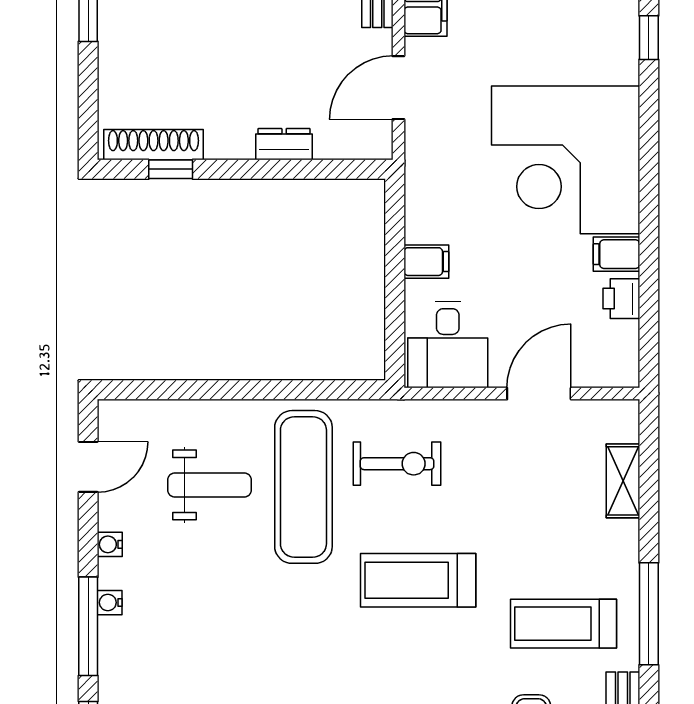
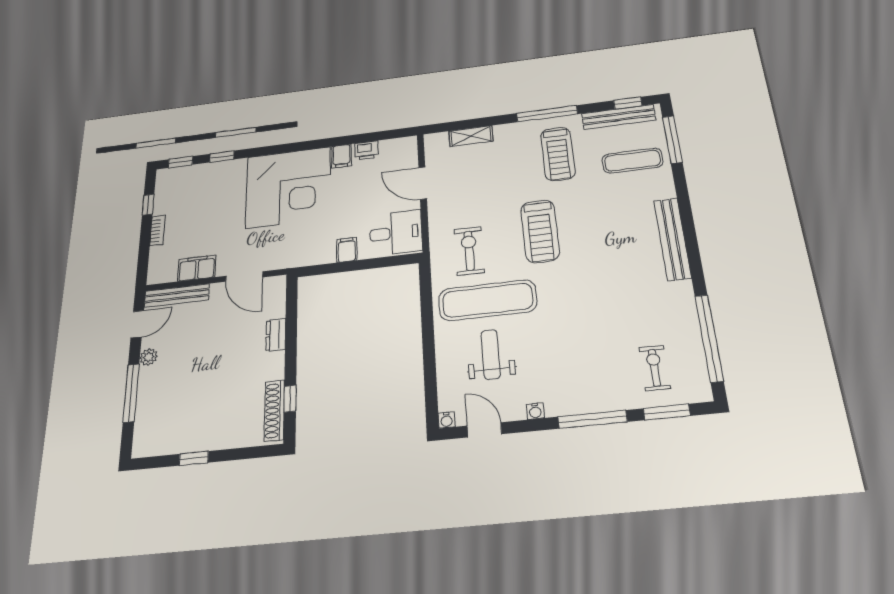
water cooler: (110, 603) -> (447, 420), moved

